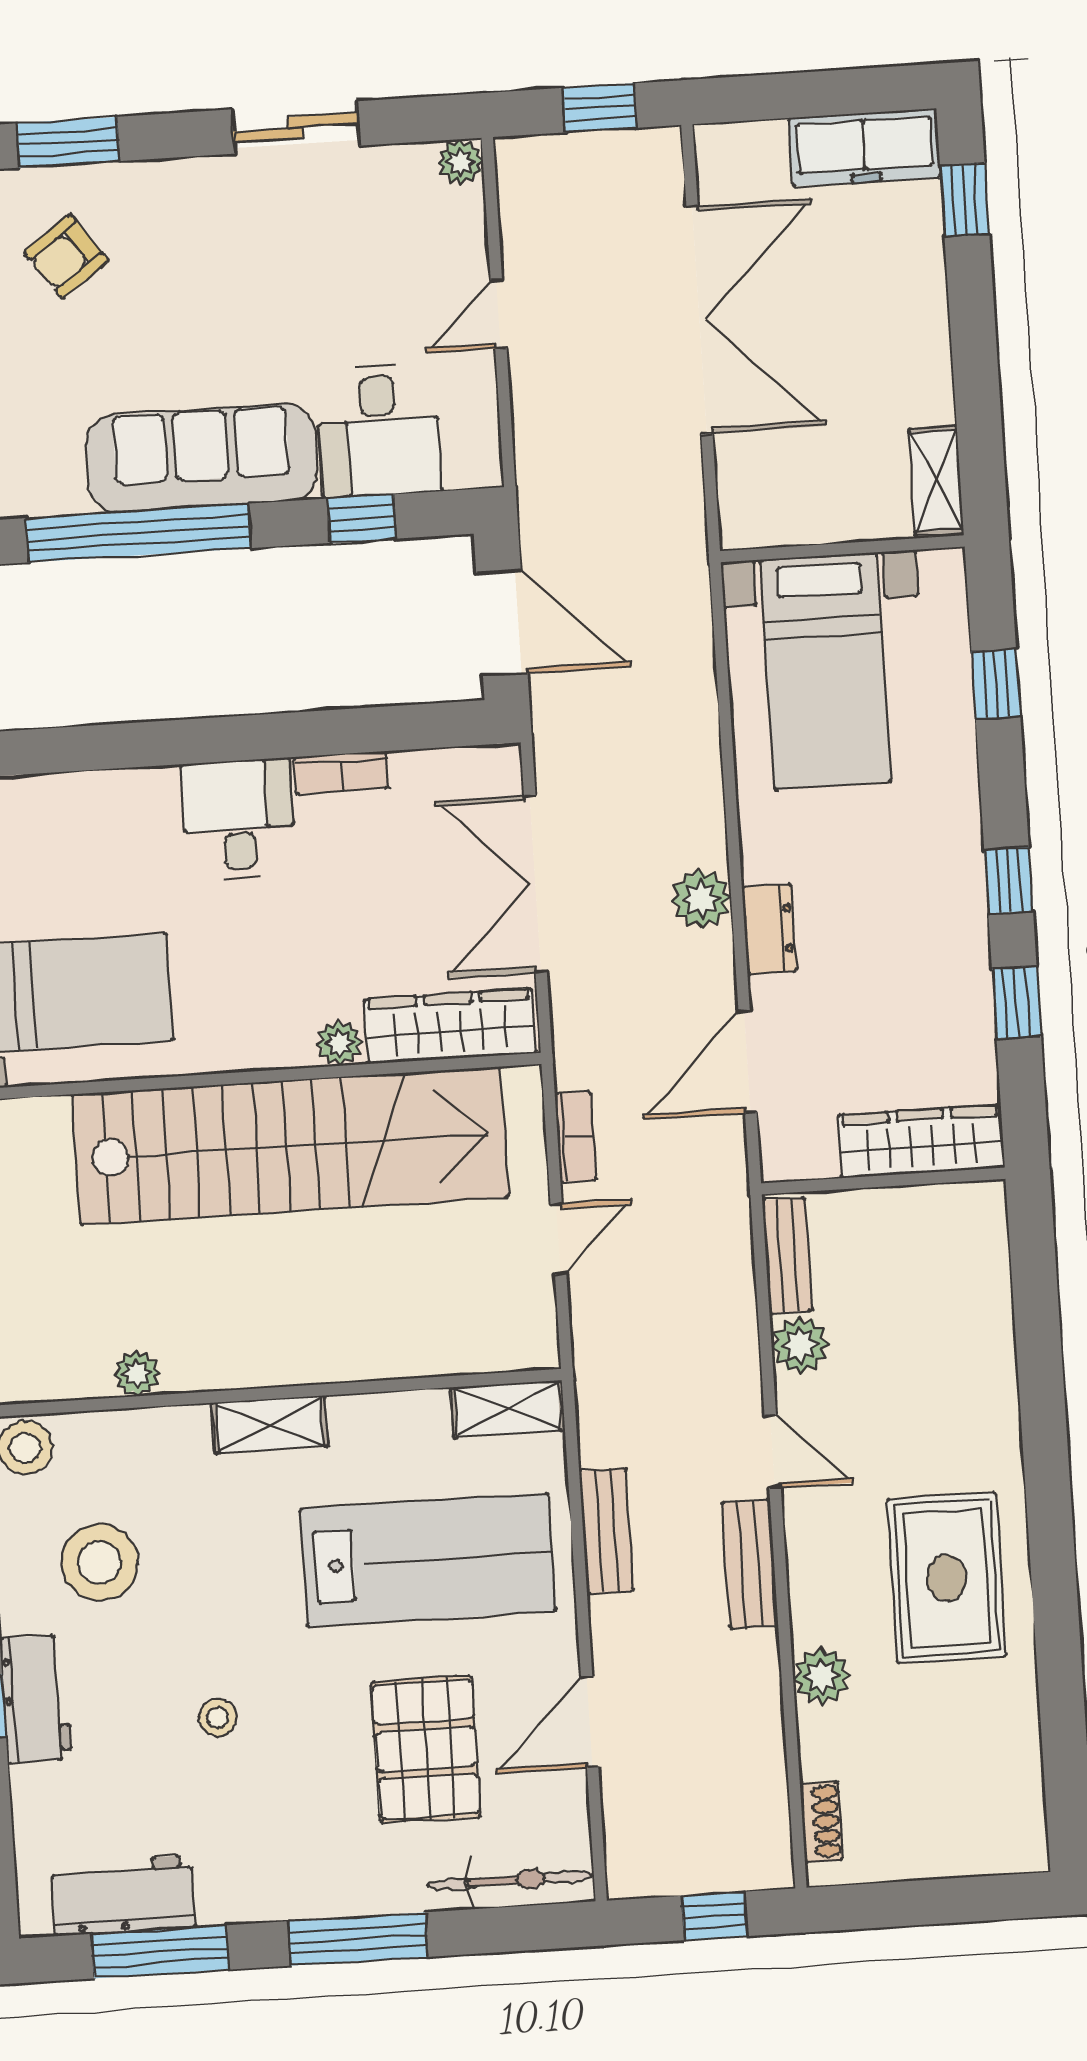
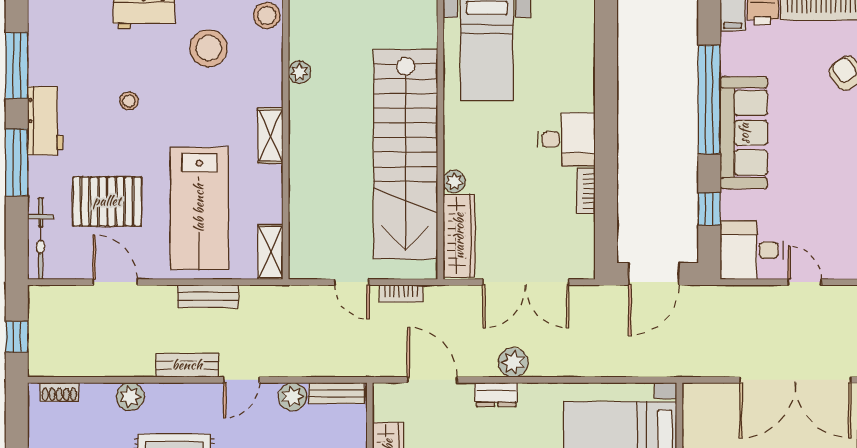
desk: (379, 431) -> (752, 250), moved
double door: (535, 884) -> (526, 282), swing flipped
workbench: (123, 1896) -> (45, 121), moved

